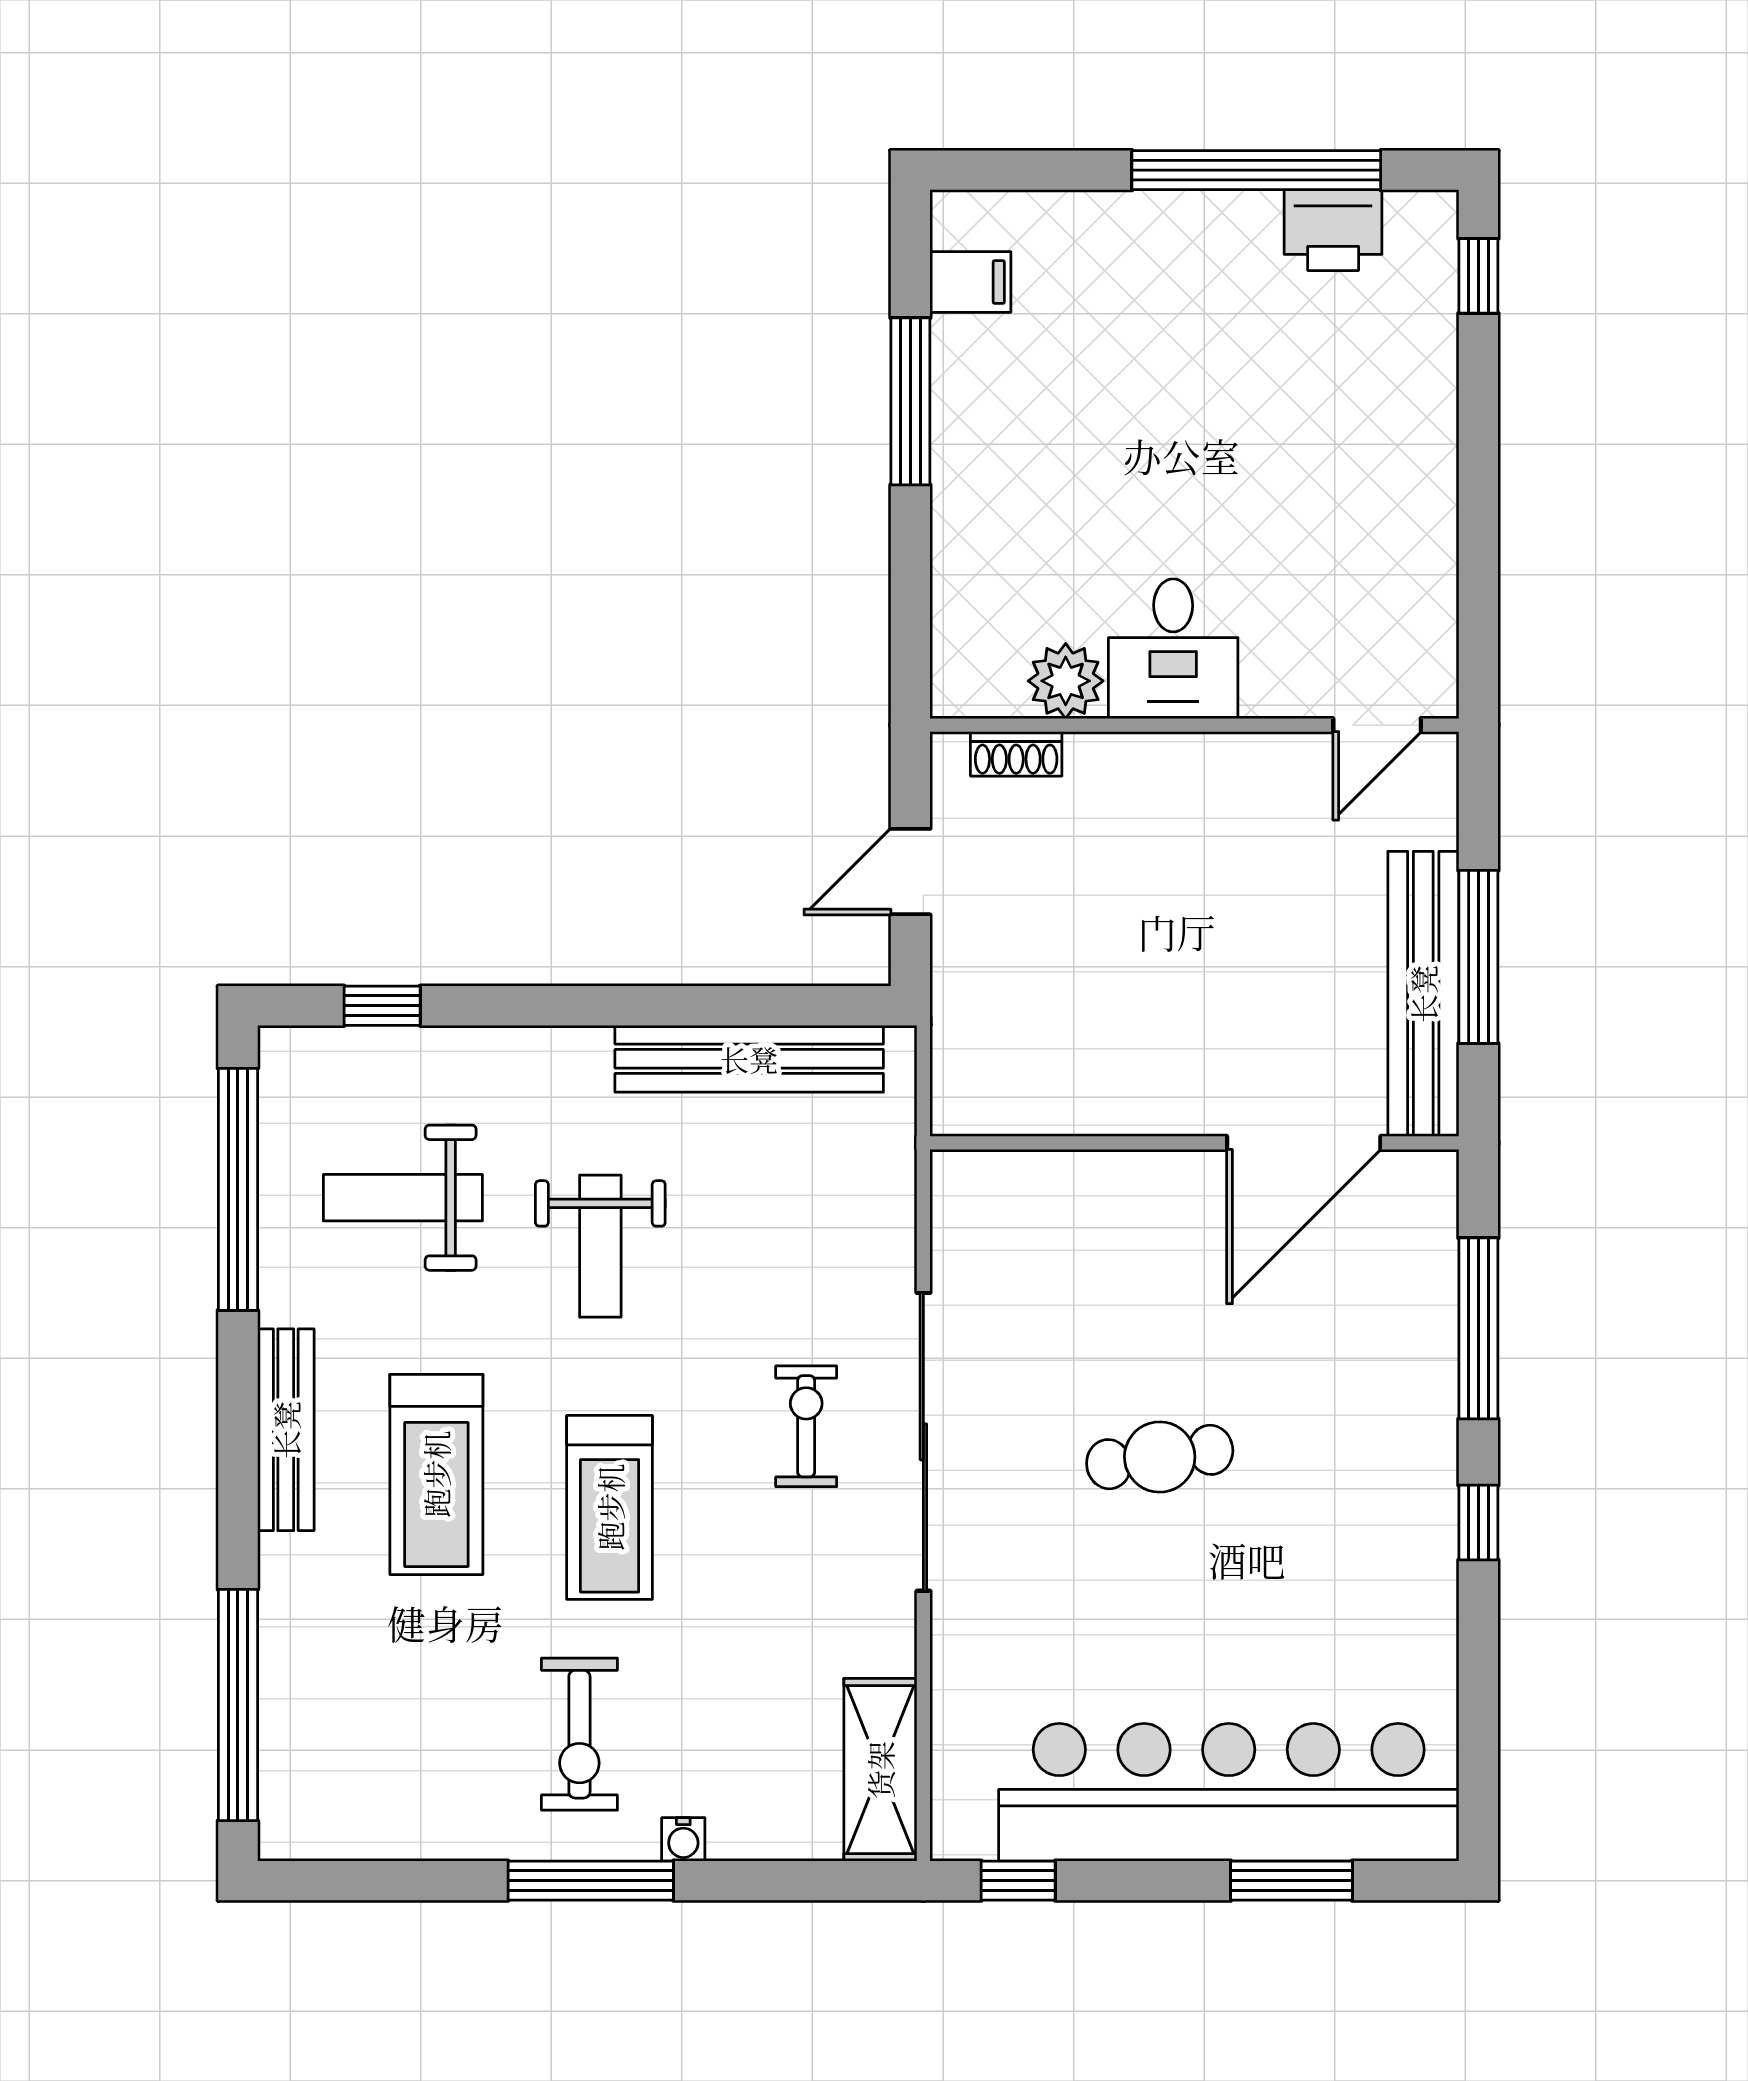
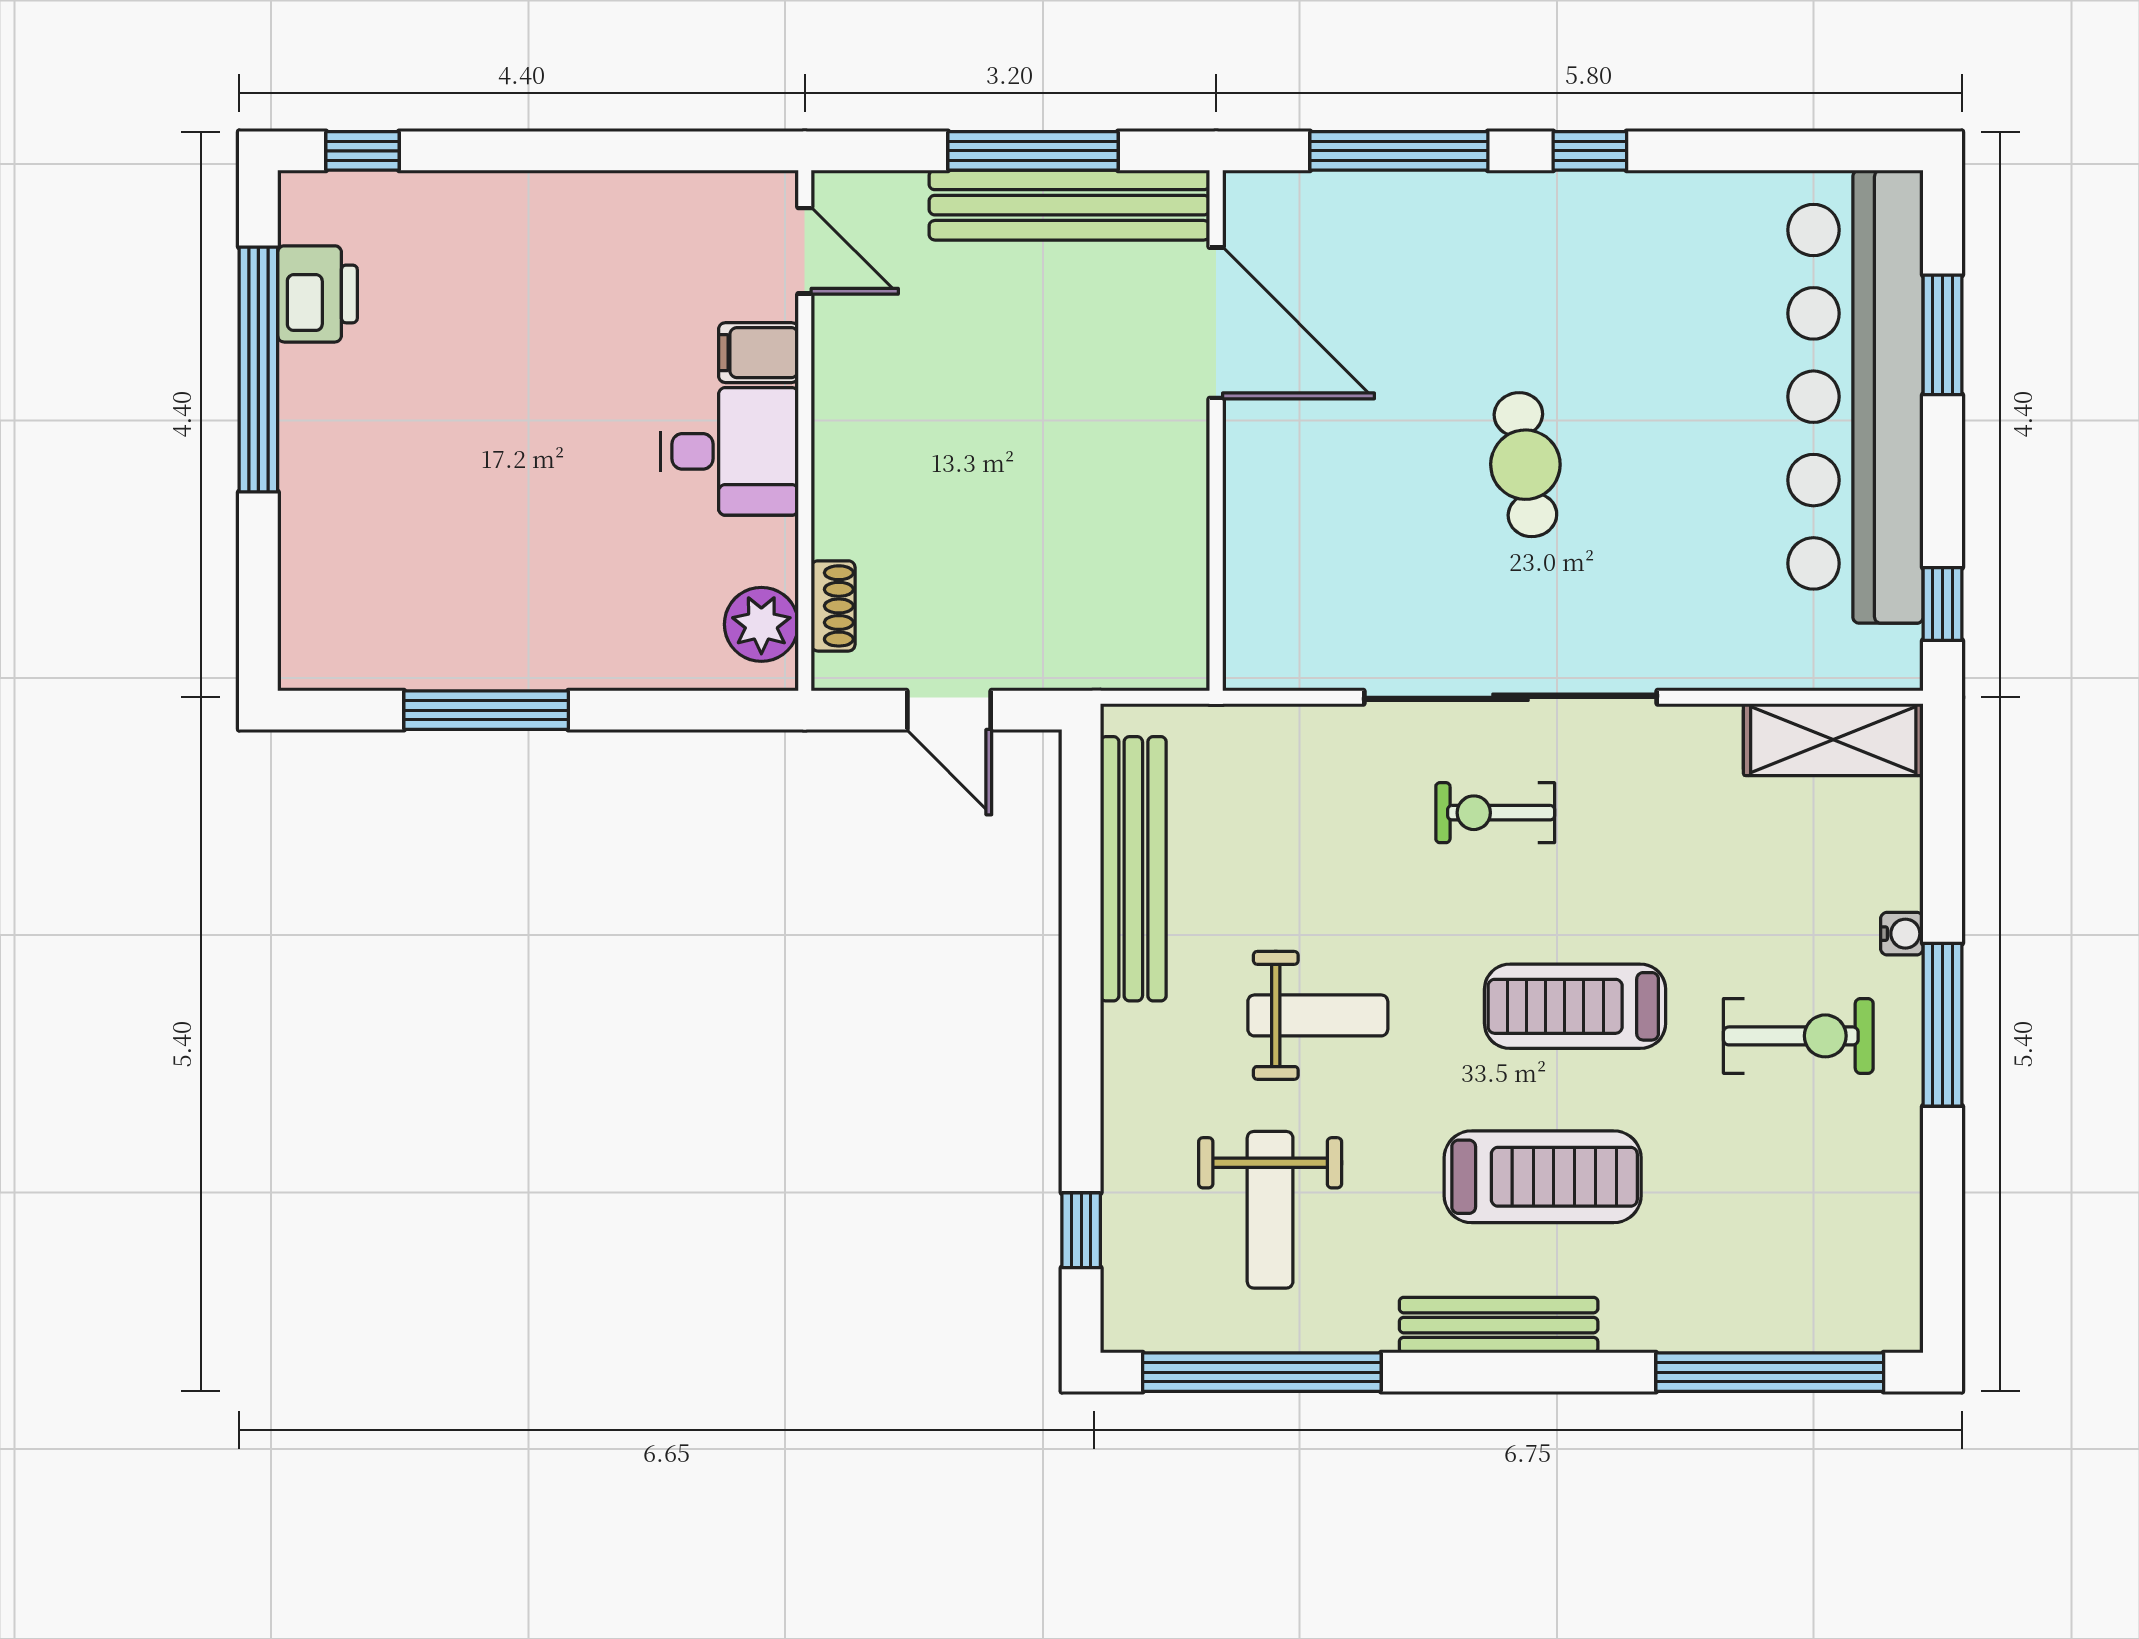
filing cabinet: (970, 282) -> (758, 353), moved, turned -90
plant: (1066, 681) -> (761, 624), moved
treadmill: (610, 1507) -> (1575, 1006), turned 180

